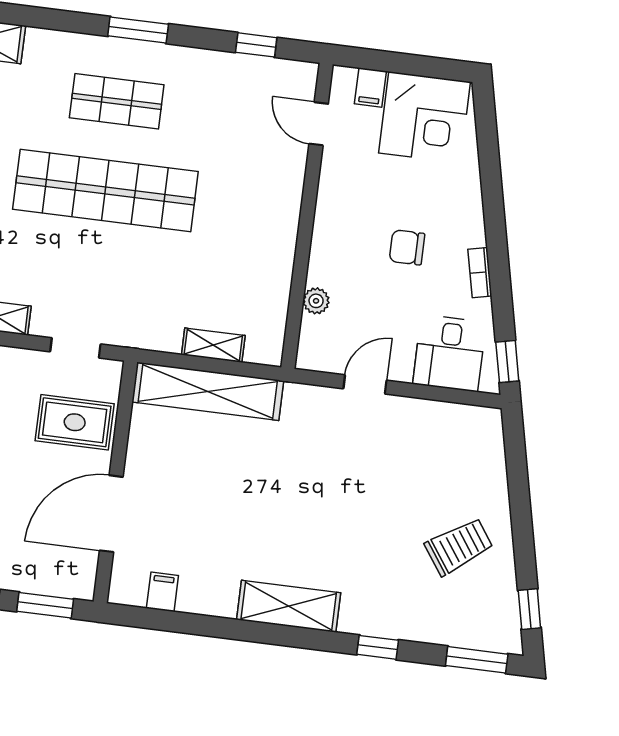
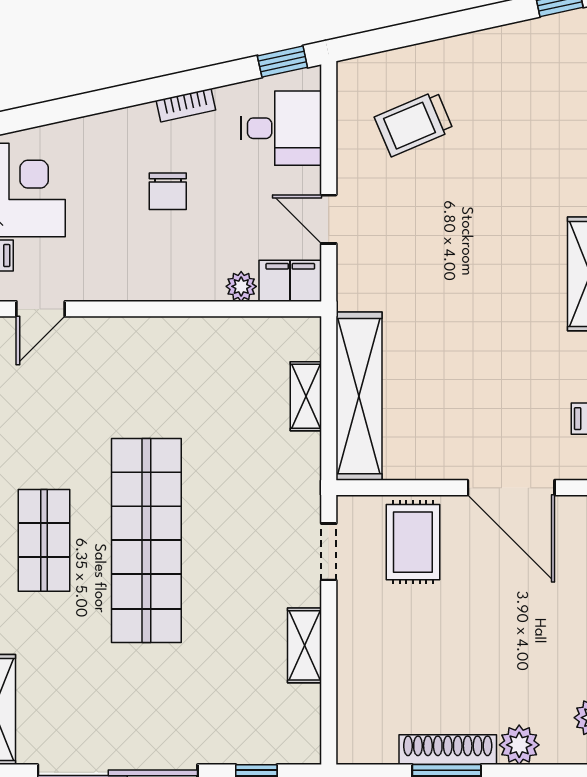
filing cabinet: (316, 344) -> (290, 281), added
trolley: (459, 546) -> (414, 124), moved, turned -78

